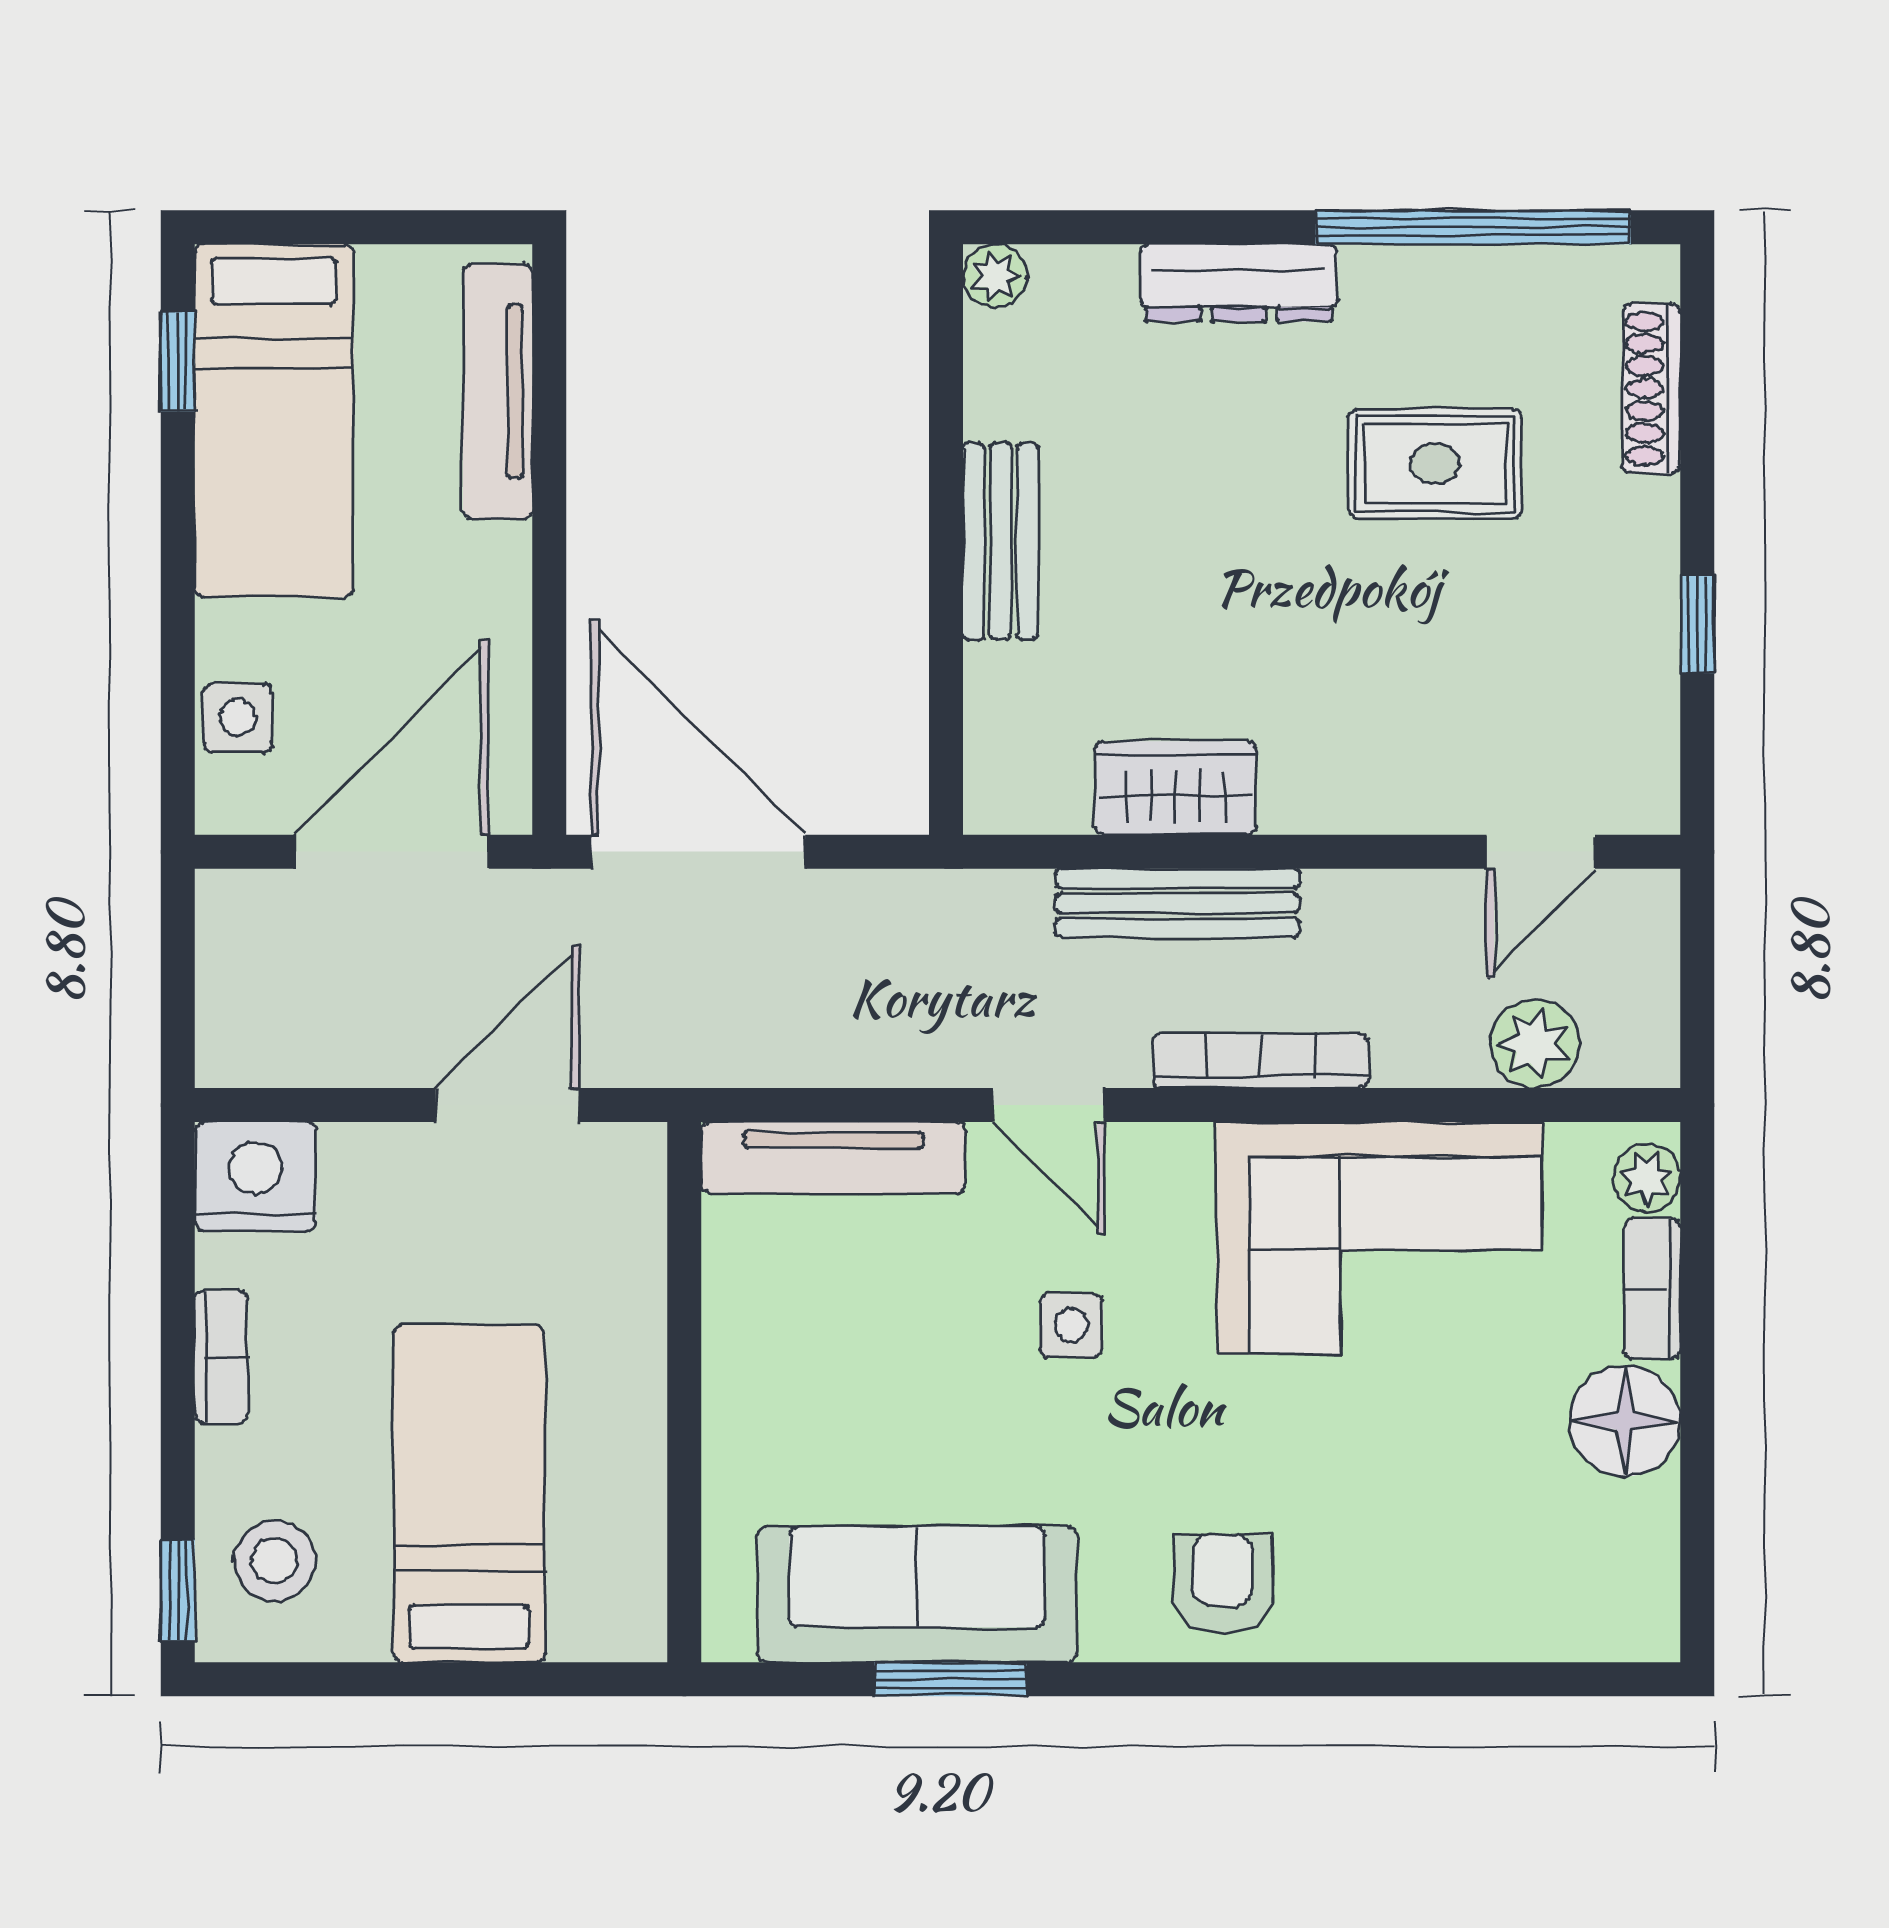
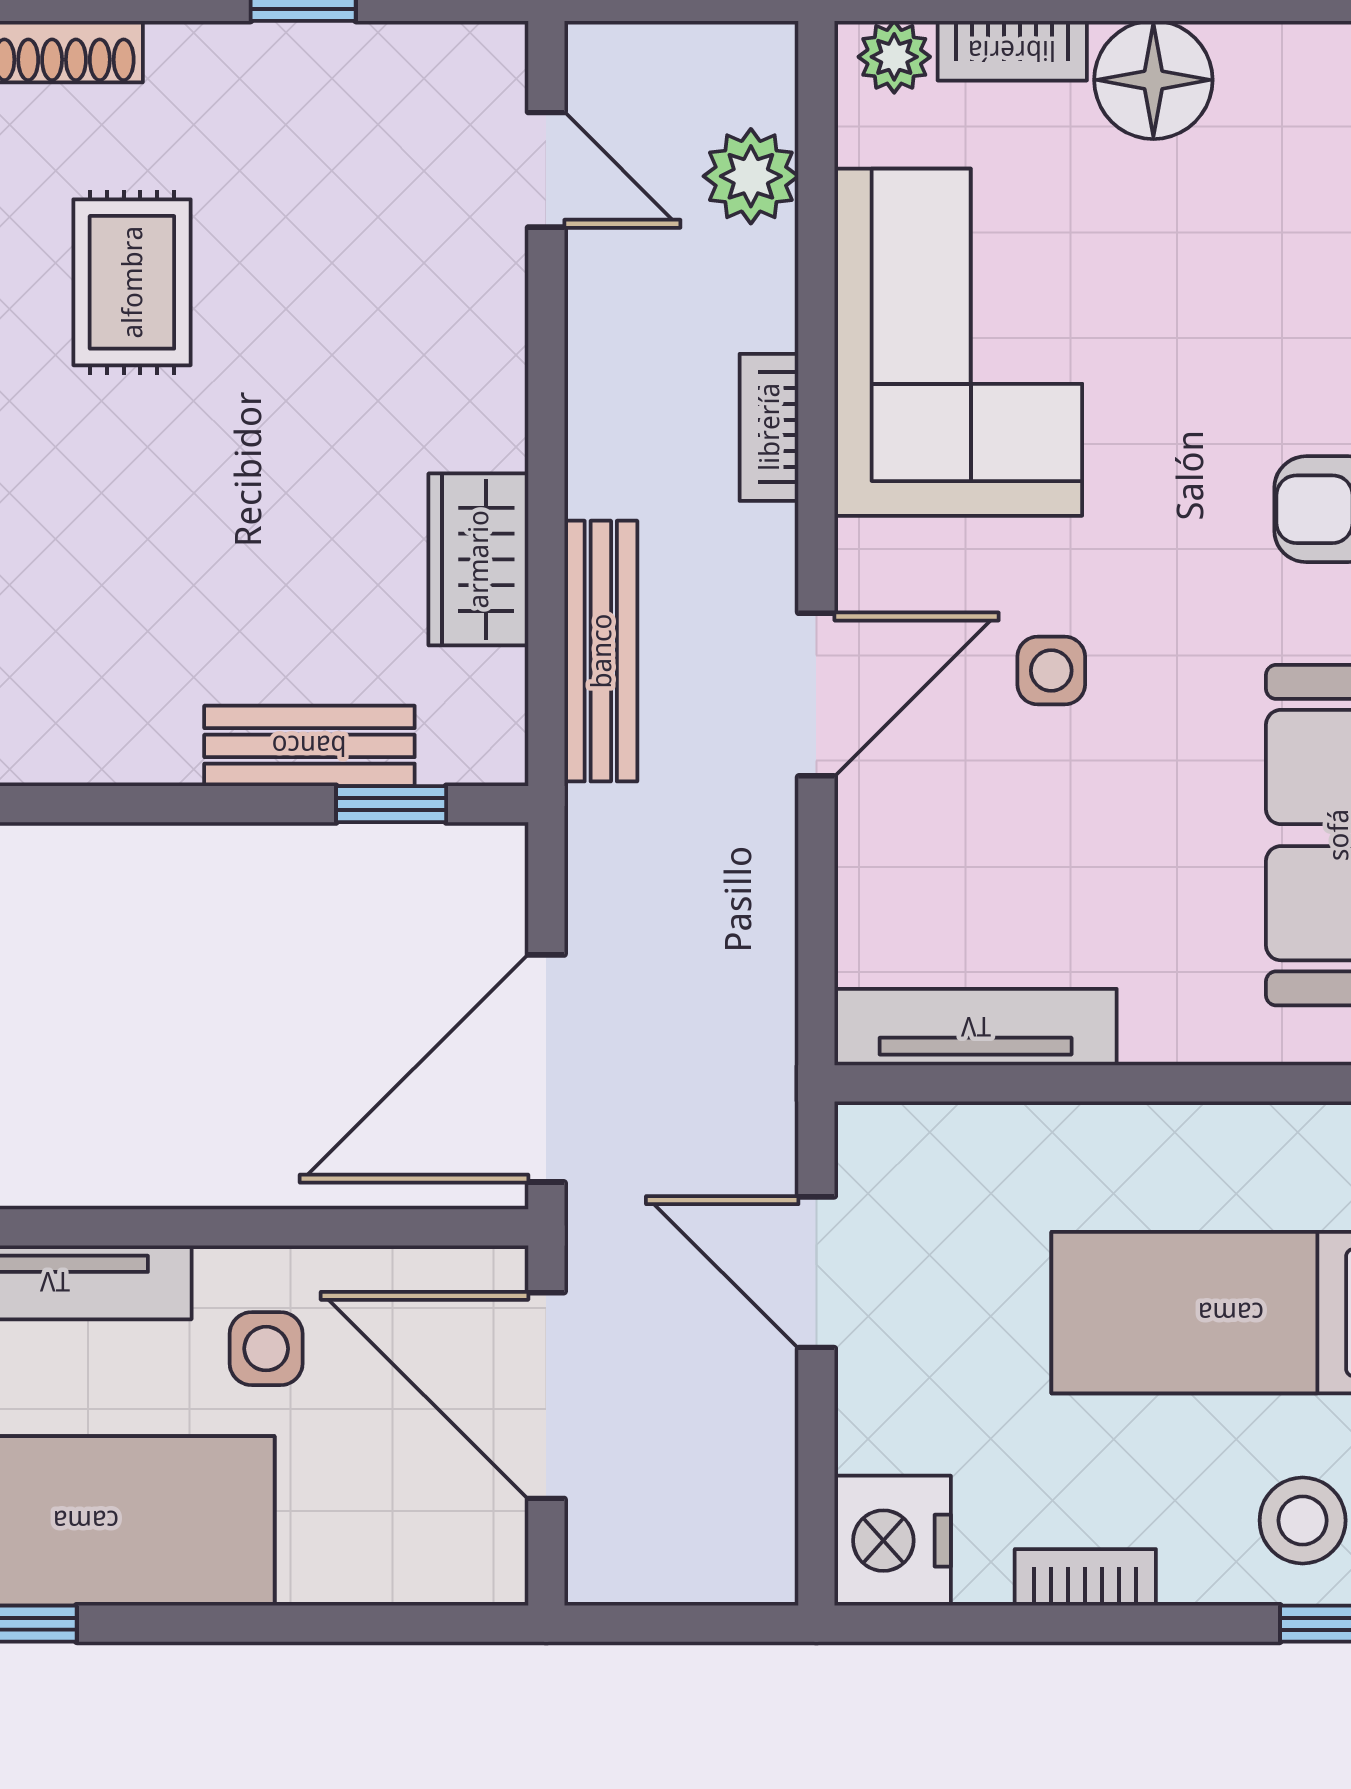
bench: (1001, 541) -> (309, 746), moved
window: (946, 706) -> (391, 804), added
side table: (238, 718) -> (266, 1349), moved
bench: (1177, 903) -> (601, 651), moved
bookcase: (1260, 1061) -> (769, 427), width x0.64
door: (1049, 1105) -> (816, 695), width x1.38
tv unit: (834, 1158) -> (976, 1027), moved, turned -90

